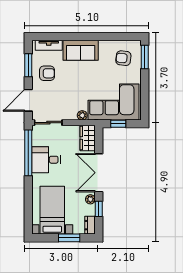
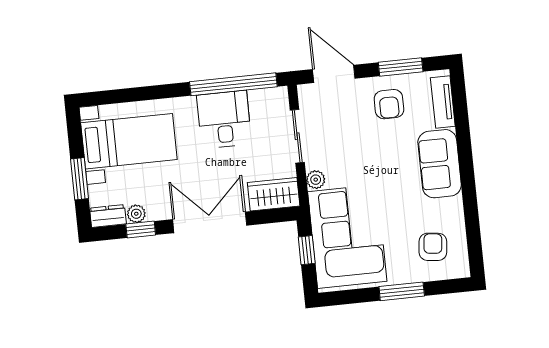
window: (145, 57) -> (402, 291), moved
sliding door: (48, 123) -> (297, 136), moved
plant: (90, 199) -> (136, 214), moved

